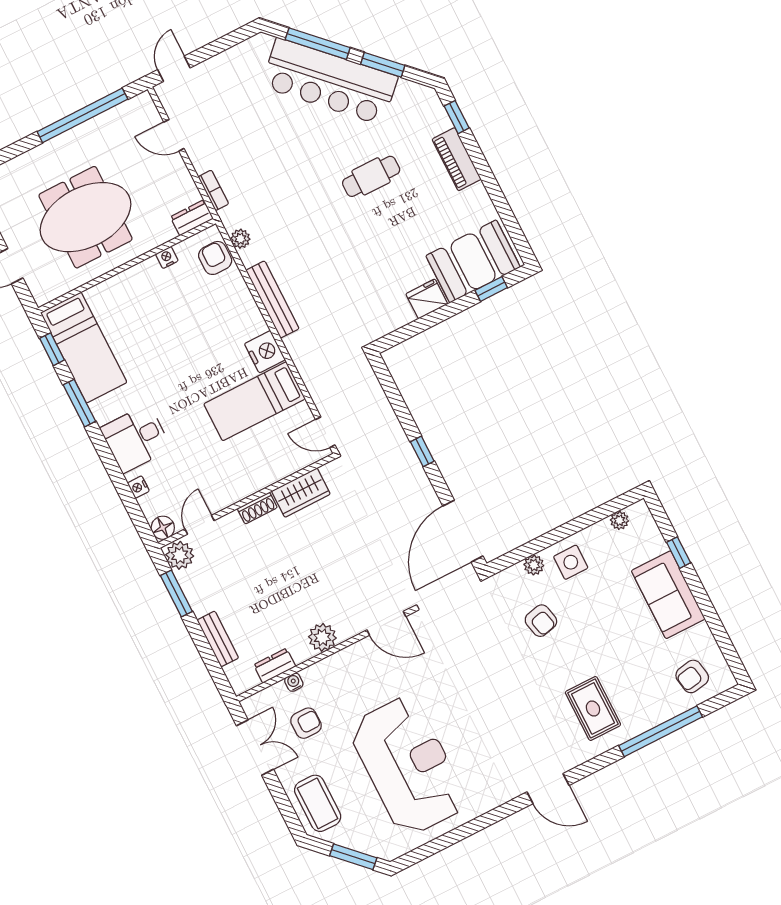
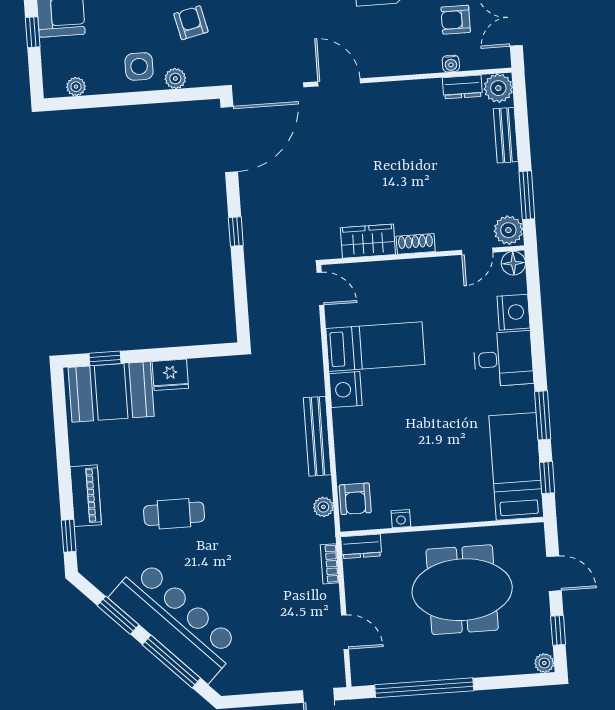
nightstand: (138, 487) -> (514, 312), width x1.89, depth x1.79
plant: (322, 637) -> (498, 88), moved

